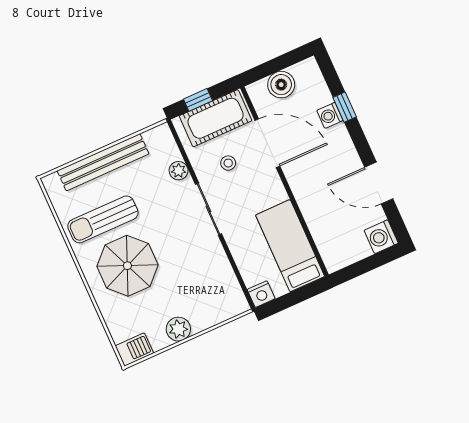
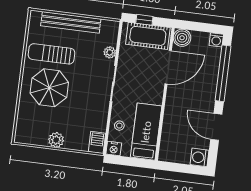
boiler: (281, 85) -> (182, 38), moved
window: (345, 107) -> (223, 73), width x3.17
washing machine: (330, 115) -> (216, 40), moved, turned -90
door: (267, 143) -> (168, 67), hinge flipped
stool: (228, 163) -> (119, 126), moved
barbecue: (134, 350) -> (97, 143), moved, turned -90

